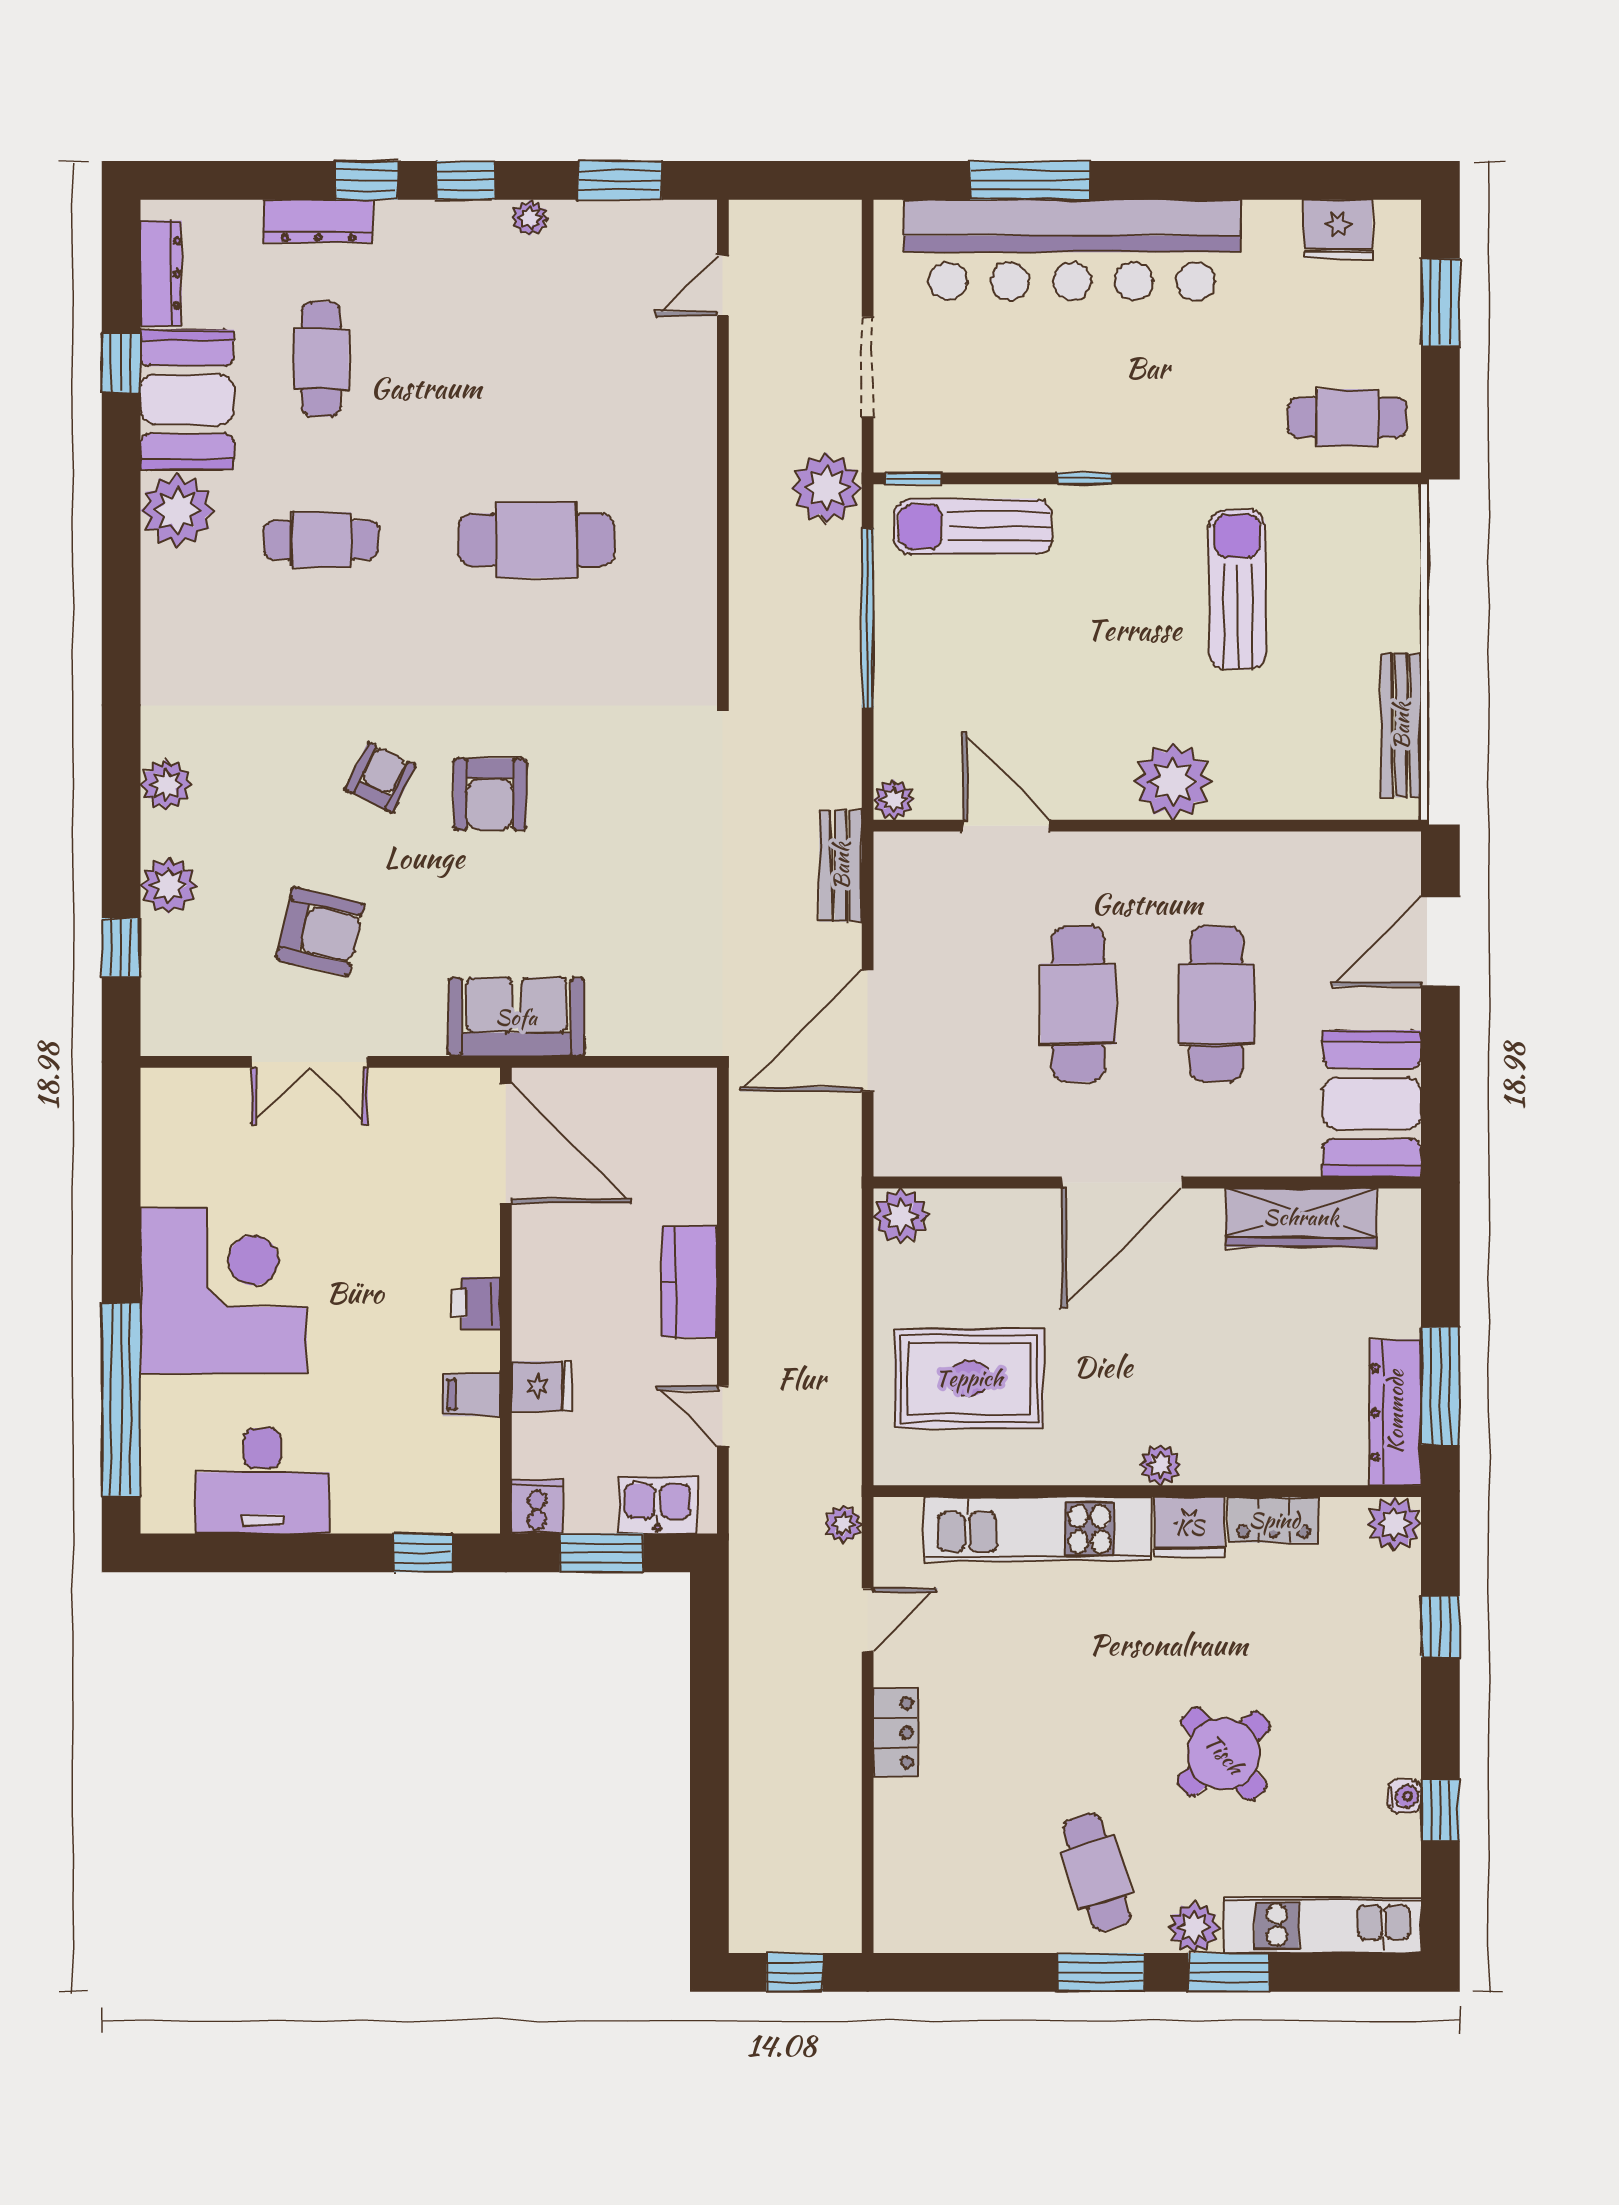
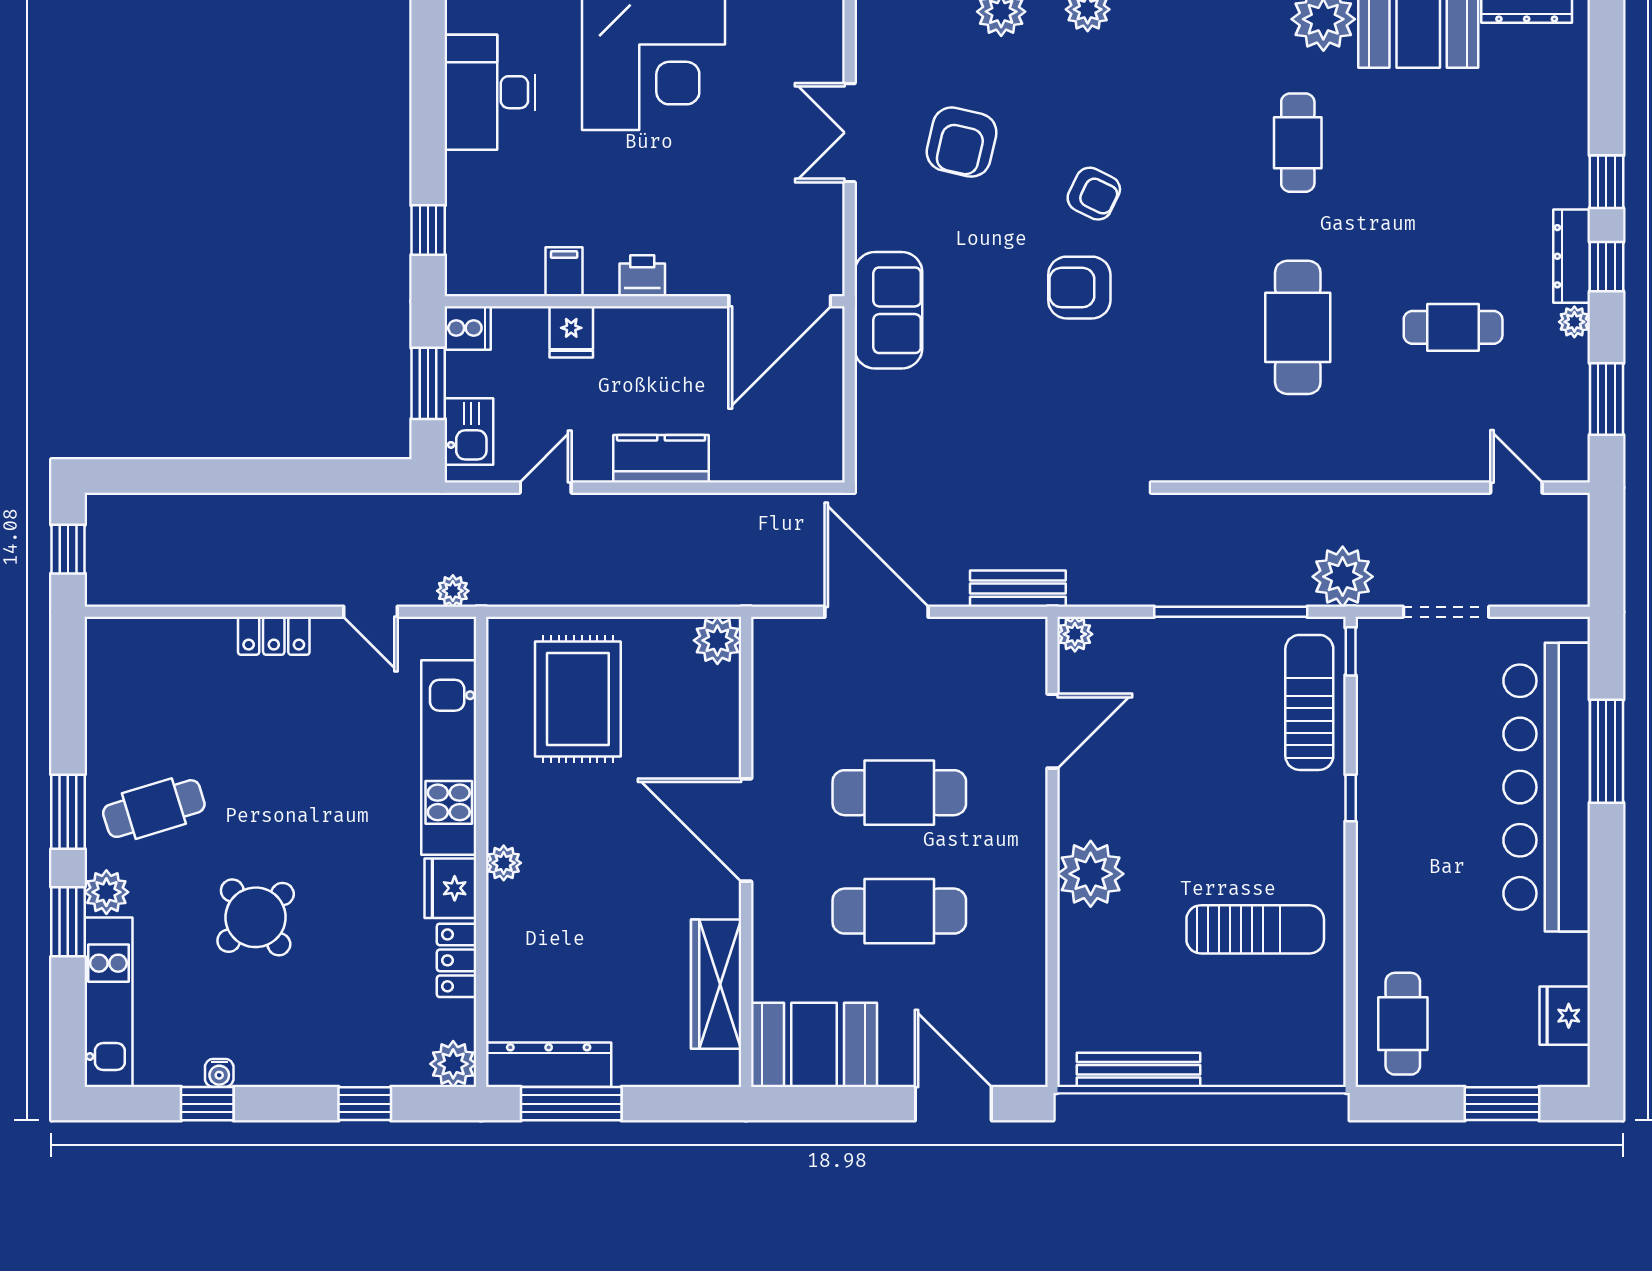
dresser: (318, 221) -> (1572, 256), moved
cafe table: (321, 359) -> (1453, 327), moved

